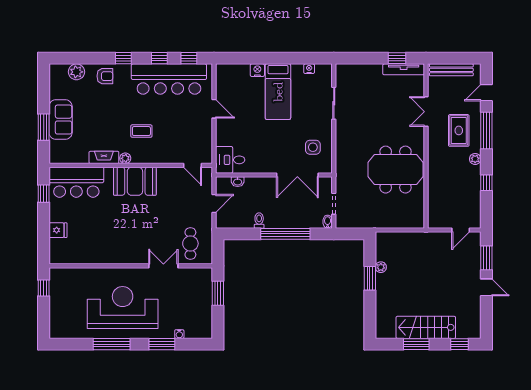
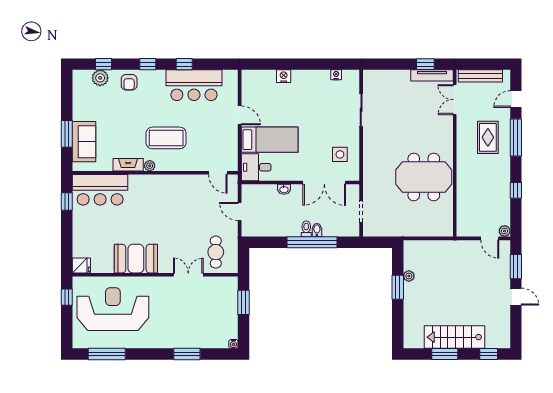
window: (189, 58) -> (104, 64), moved
armchair: (105, 76) -> (129, 82), turned 90
bar counter: (169, 79) -> (194, 85), width x0.73
bed: (278, 92) -> (270, 140), moved, turned -90
double door: (426, 112) -> (455, 100), moved
sofa: (61, 120) -> (84, 142), moved
coffee table: (141, 131) -> (166, 138), width x1.86, depth x1.72
plant: (475, 159) -> (505, 231), moved
booth: (135, 181) -> (136, 259), moved
washbasin: (238, 182) -> (284, 189), moved
door: (214, 203) -> (240, 211), swing flipped
toilet: (259, 221) -> (306, 229), moved
bidet: (328, 222) -> (317, 230), moved
fridge: (58, 230) -> (81, 265), moved
door: (461, 230) -> (490, 238), hinge flipped
reception desk: (123, 308) -> (113, 309), moved
water cooler: (179, 334) -> (233, 344), moved
window: (112, 344) -> (107, 354), moved

